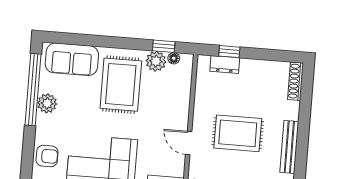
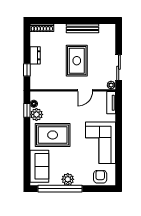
dresser: (225, 65) -> (35, 55), moved

